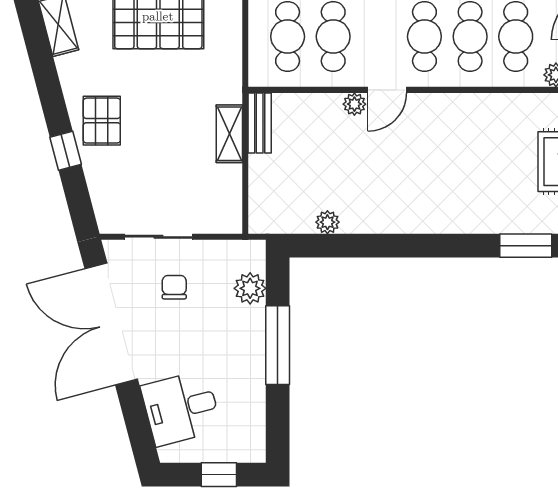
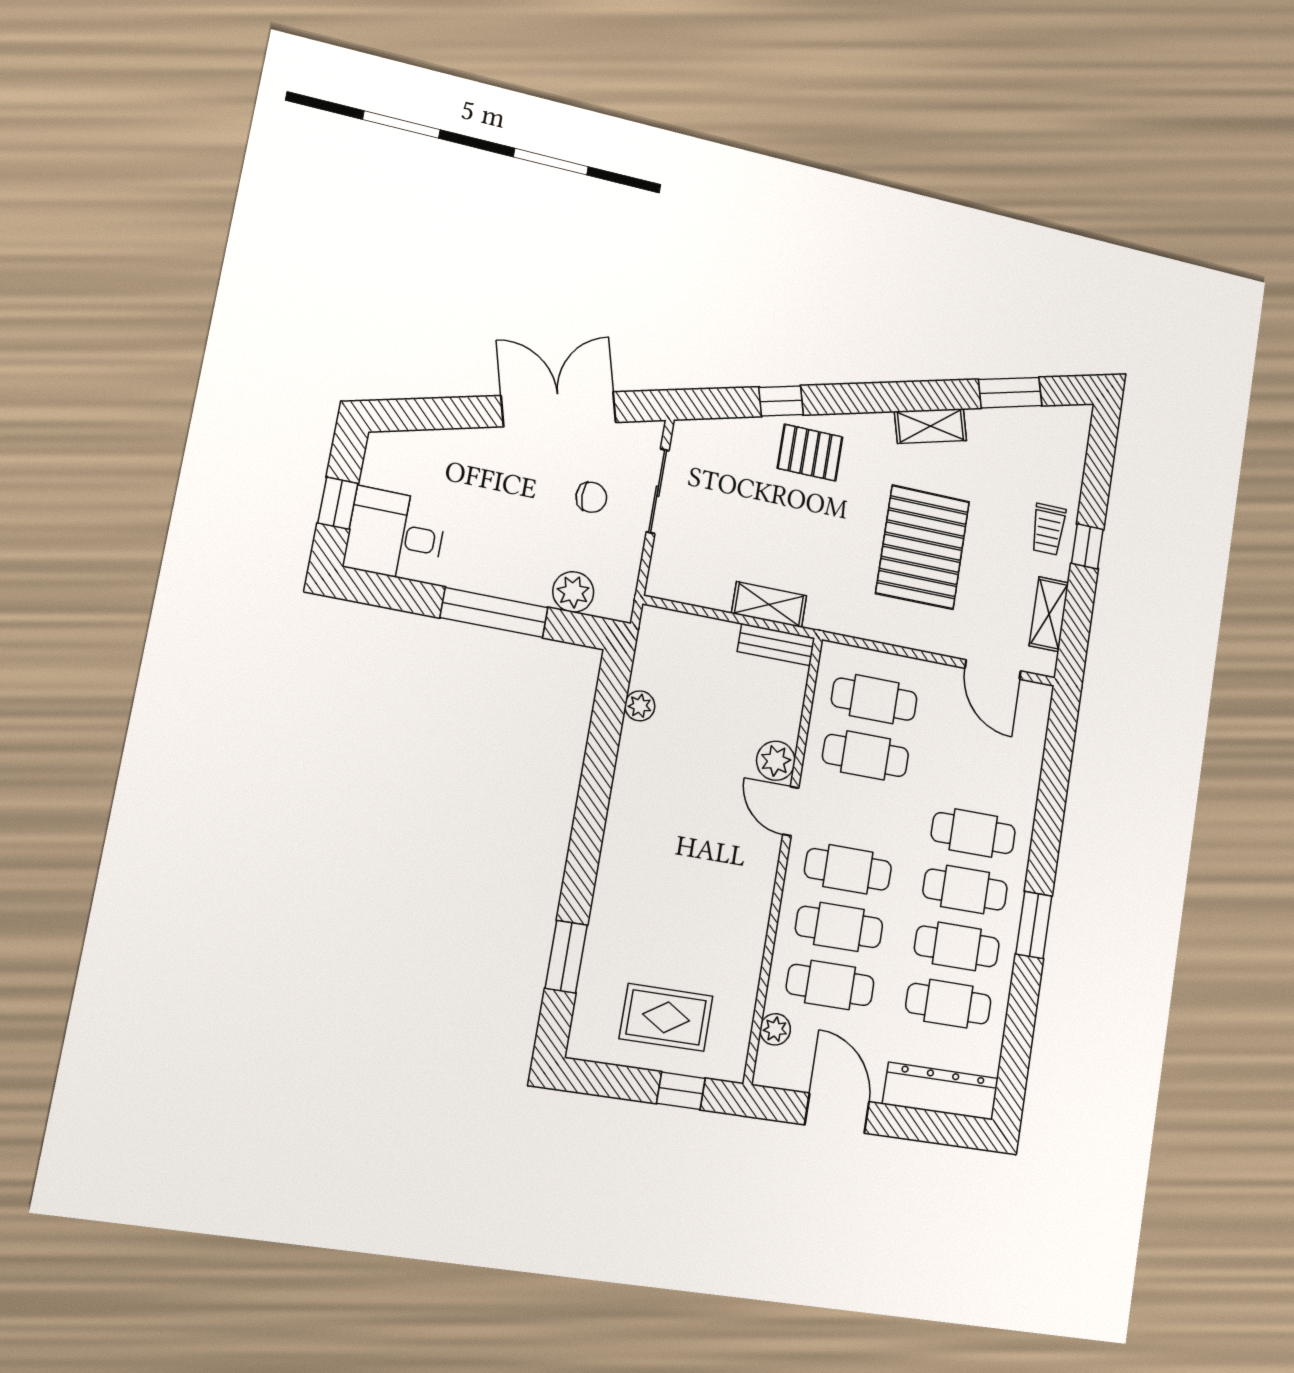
plant: (354, 104) -> (776, 761), width x1.38, depth x1.38
double door: (111, 324) -> (559, 409), width x0.73
desk: (181, 408) -> (395, 535), moved, turned -75

